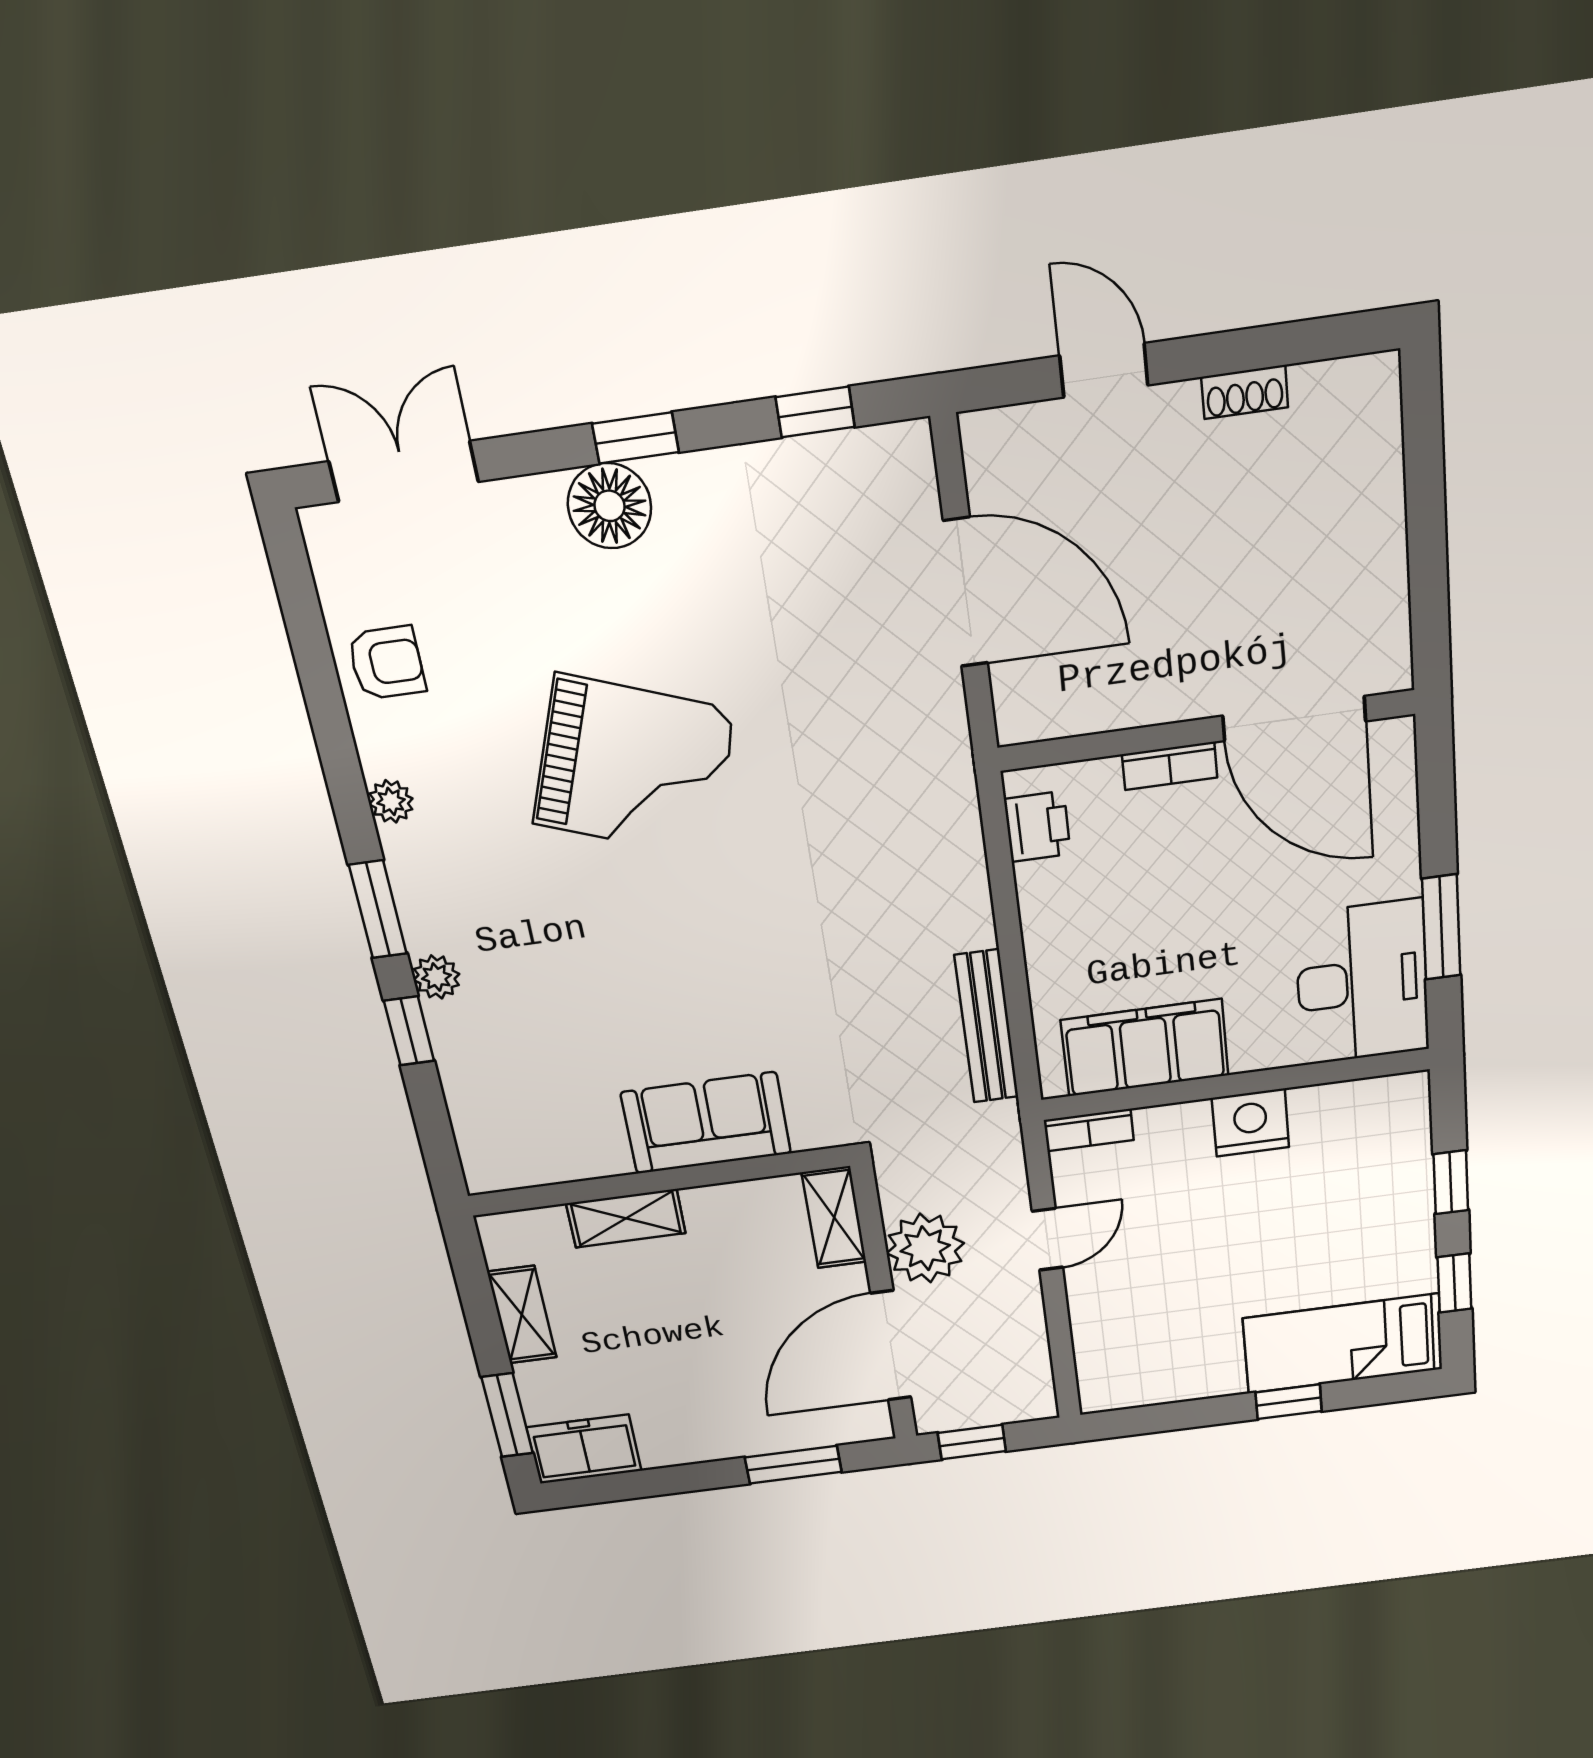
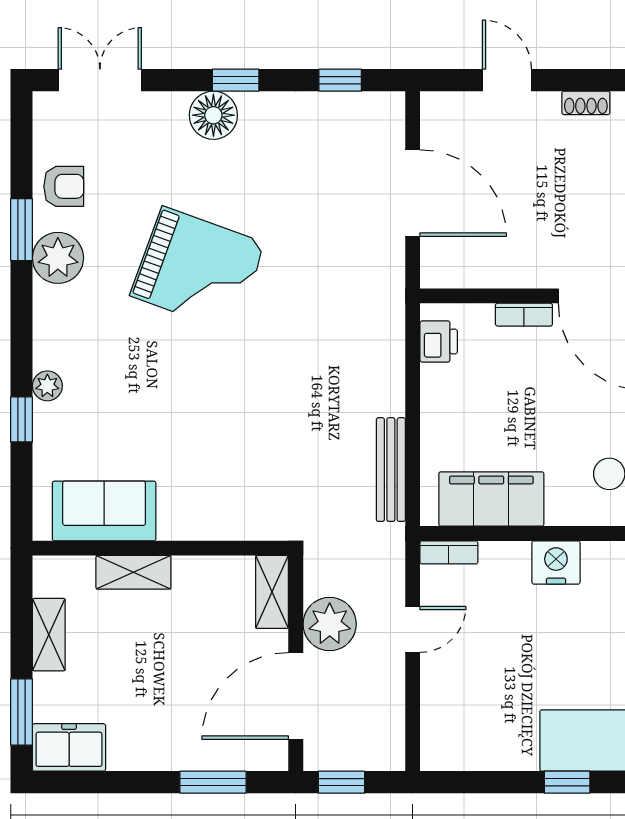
plant: (391, 801) -> (58, 258), width x1.87, depth x1.87
window: (378, 909) -> (21, 230), moved
sofa: (706, 1123) -> (104, 511), moved

